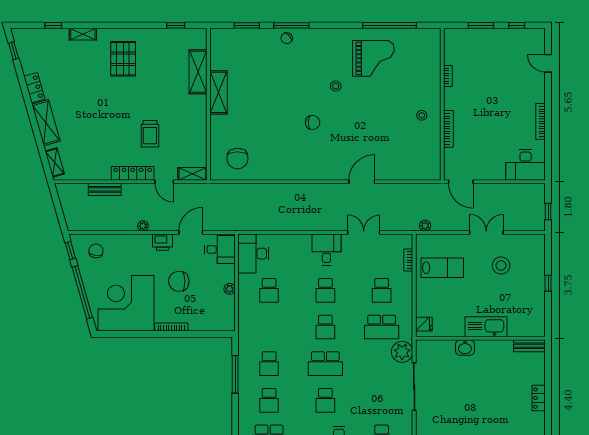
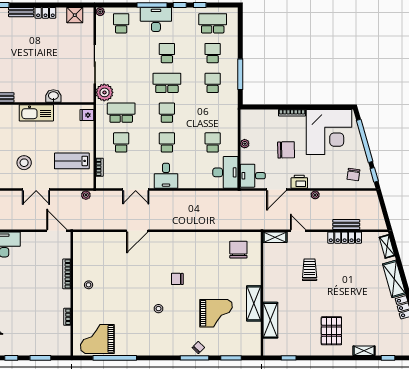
grand piano: (373, 58) -> (97, 339), moved
grand piano: (265, 80) -> (216, 313), added
locker: (133, 173) -> (345, 238), moved

